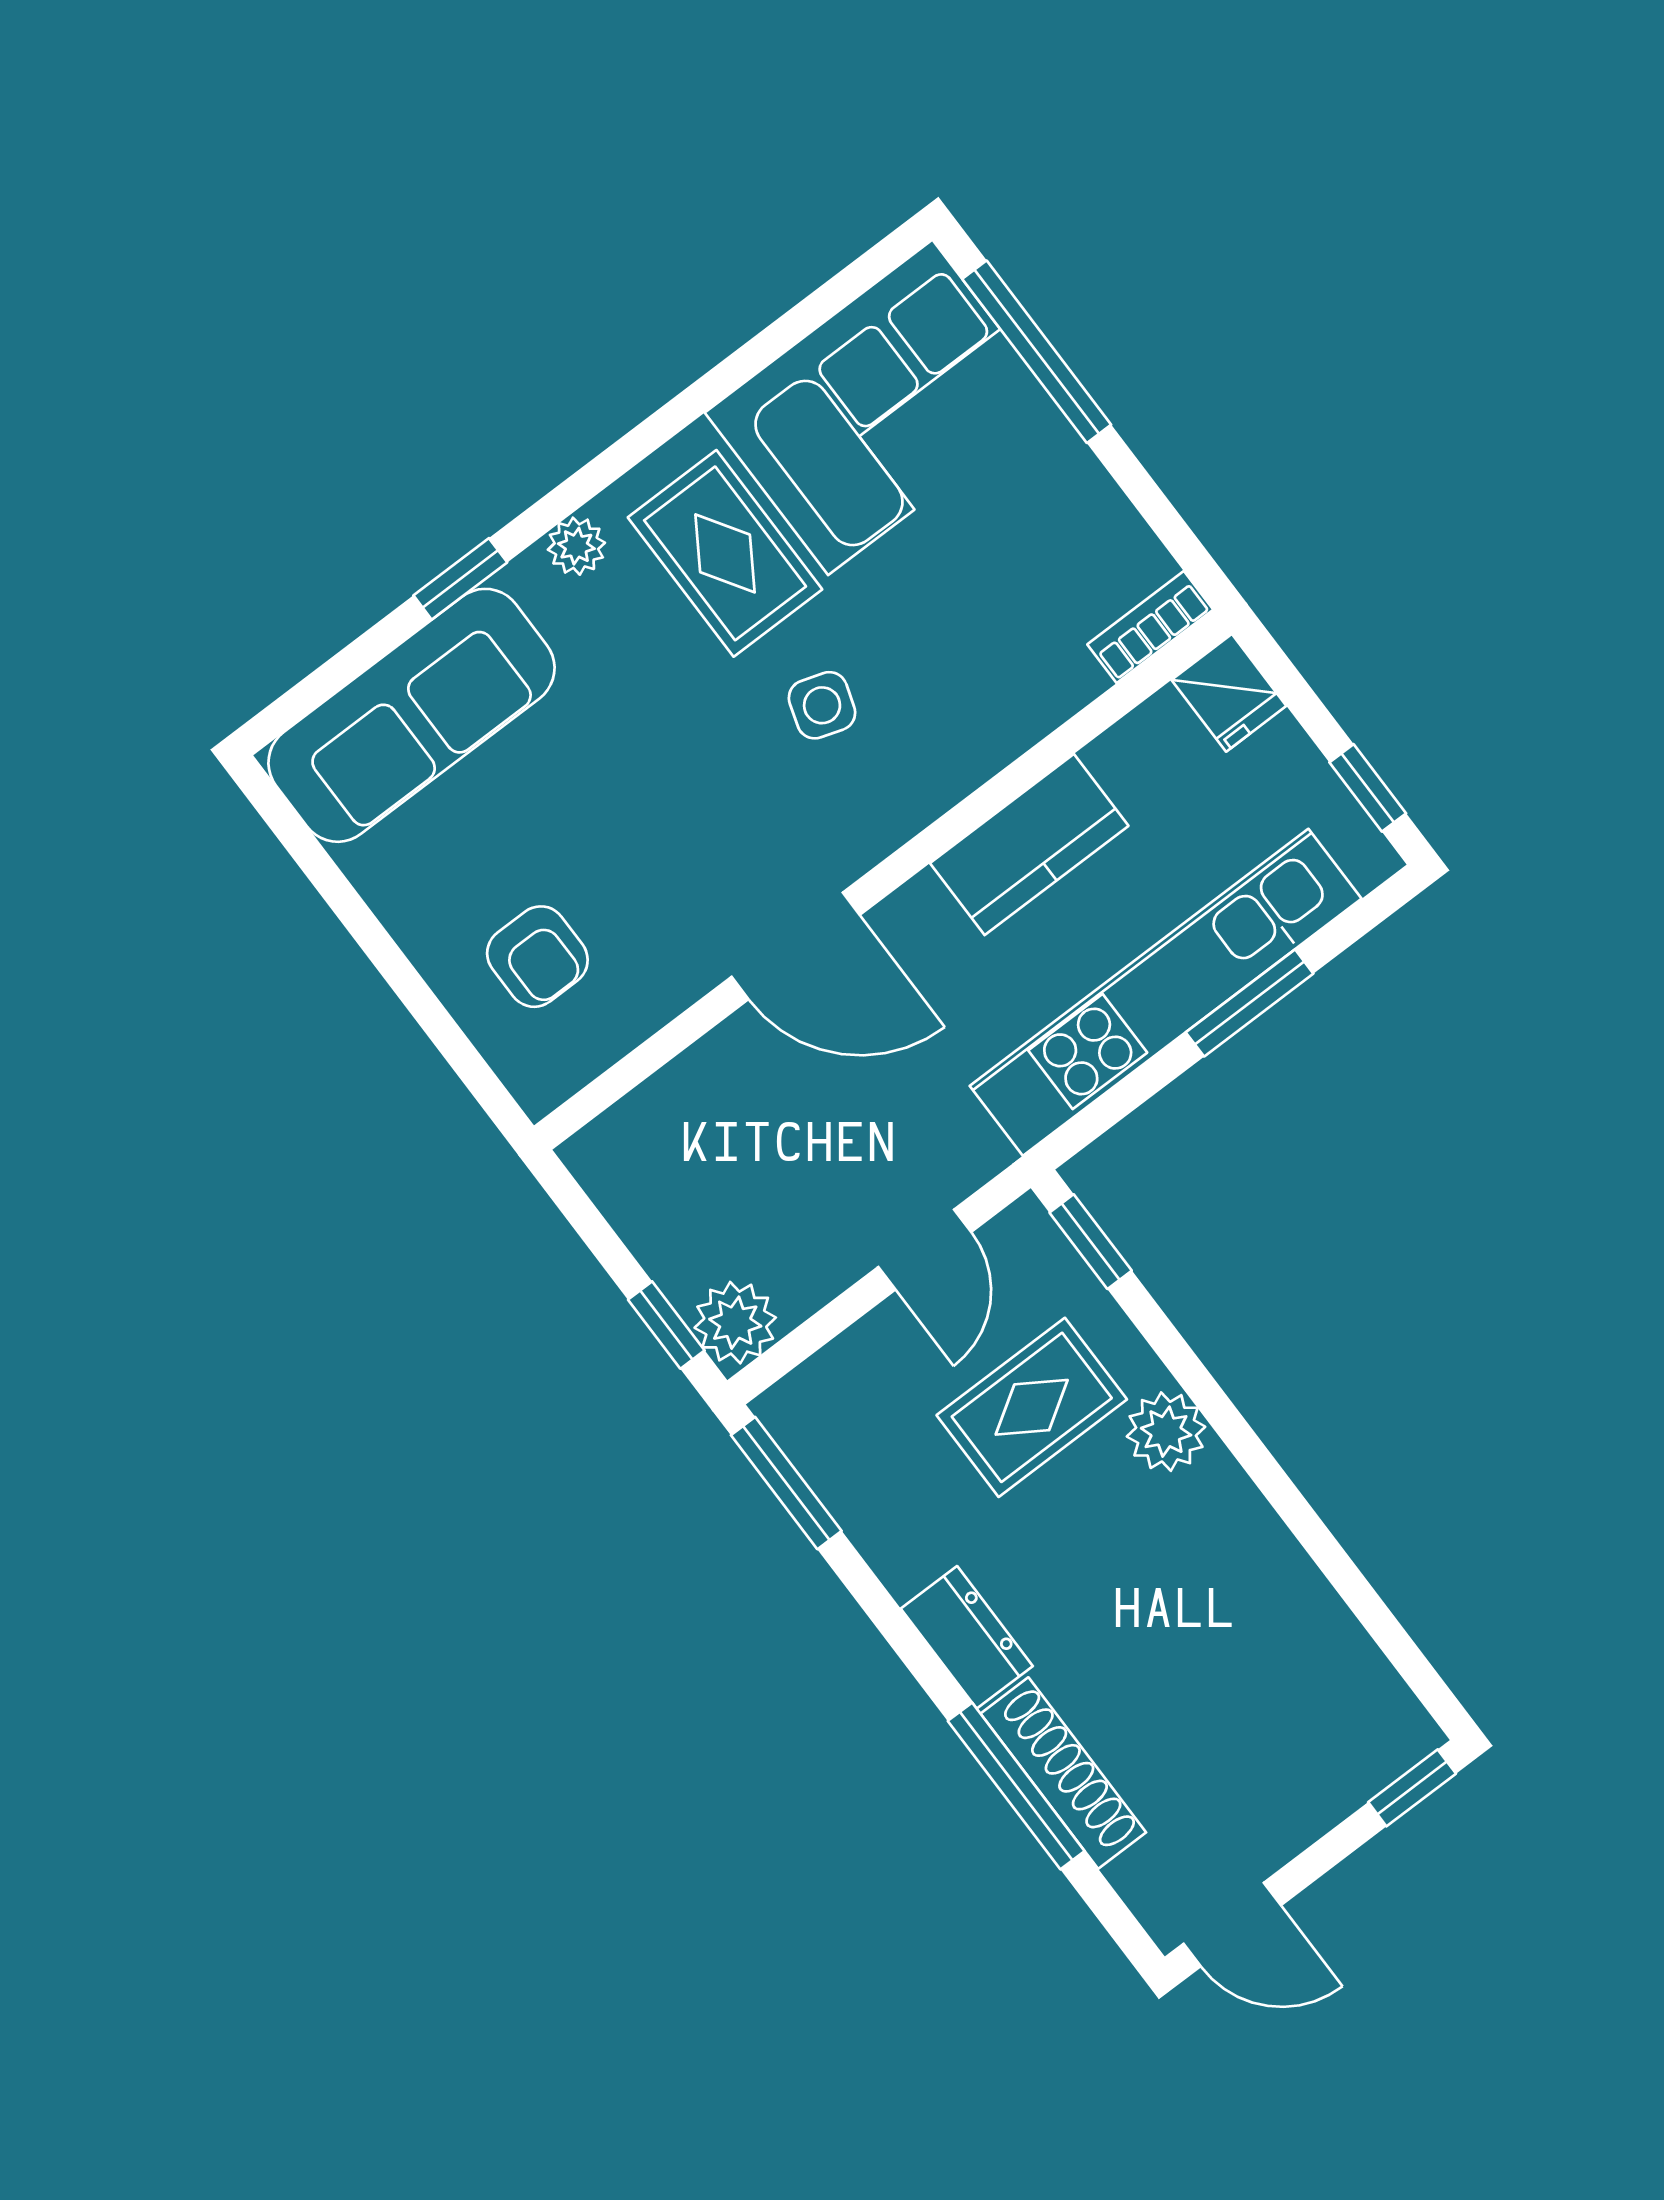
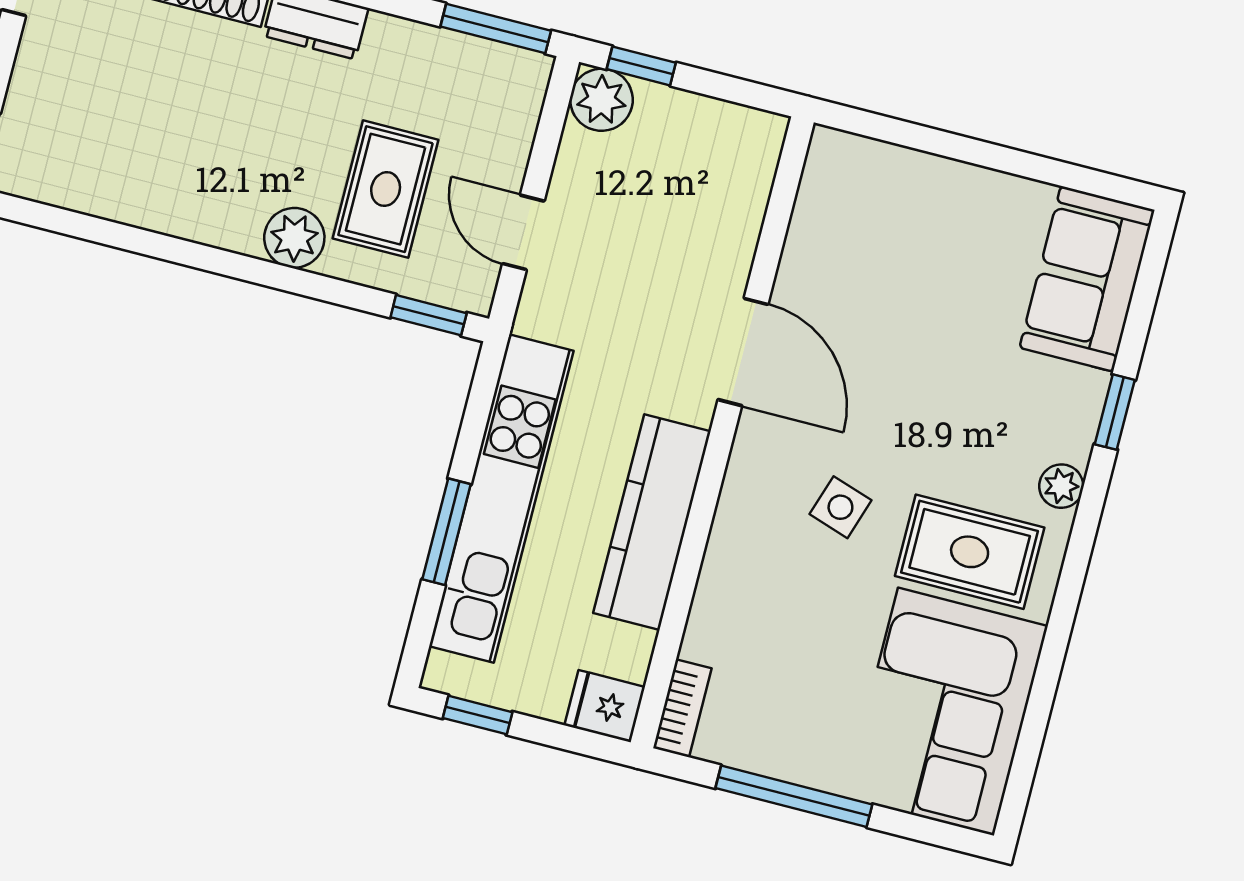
window: (1037, 352) -> (794, 796), moved
sofa: (411, 715) -> (1087, 279), width x0.73
kitchen counter: (1029, 844) -> (652, 522), width x1.50
door: (796, 946) -> (743, 352), swing flipped
armchair: (537, 957) -> (891, 224), removed

